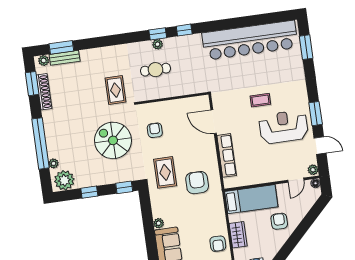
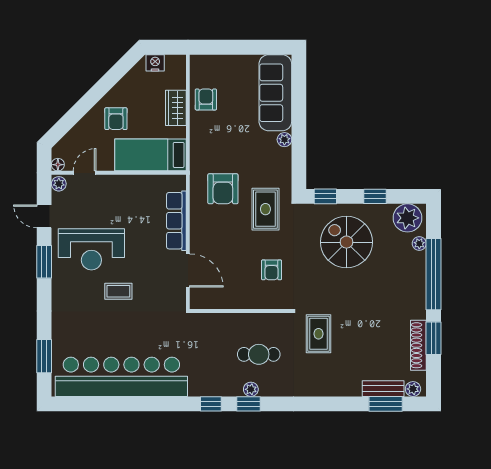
window: (32, 84) -> (434, 338), moved
spiral stairs: (113, 140) -> (346, 242), moved, turned 180

